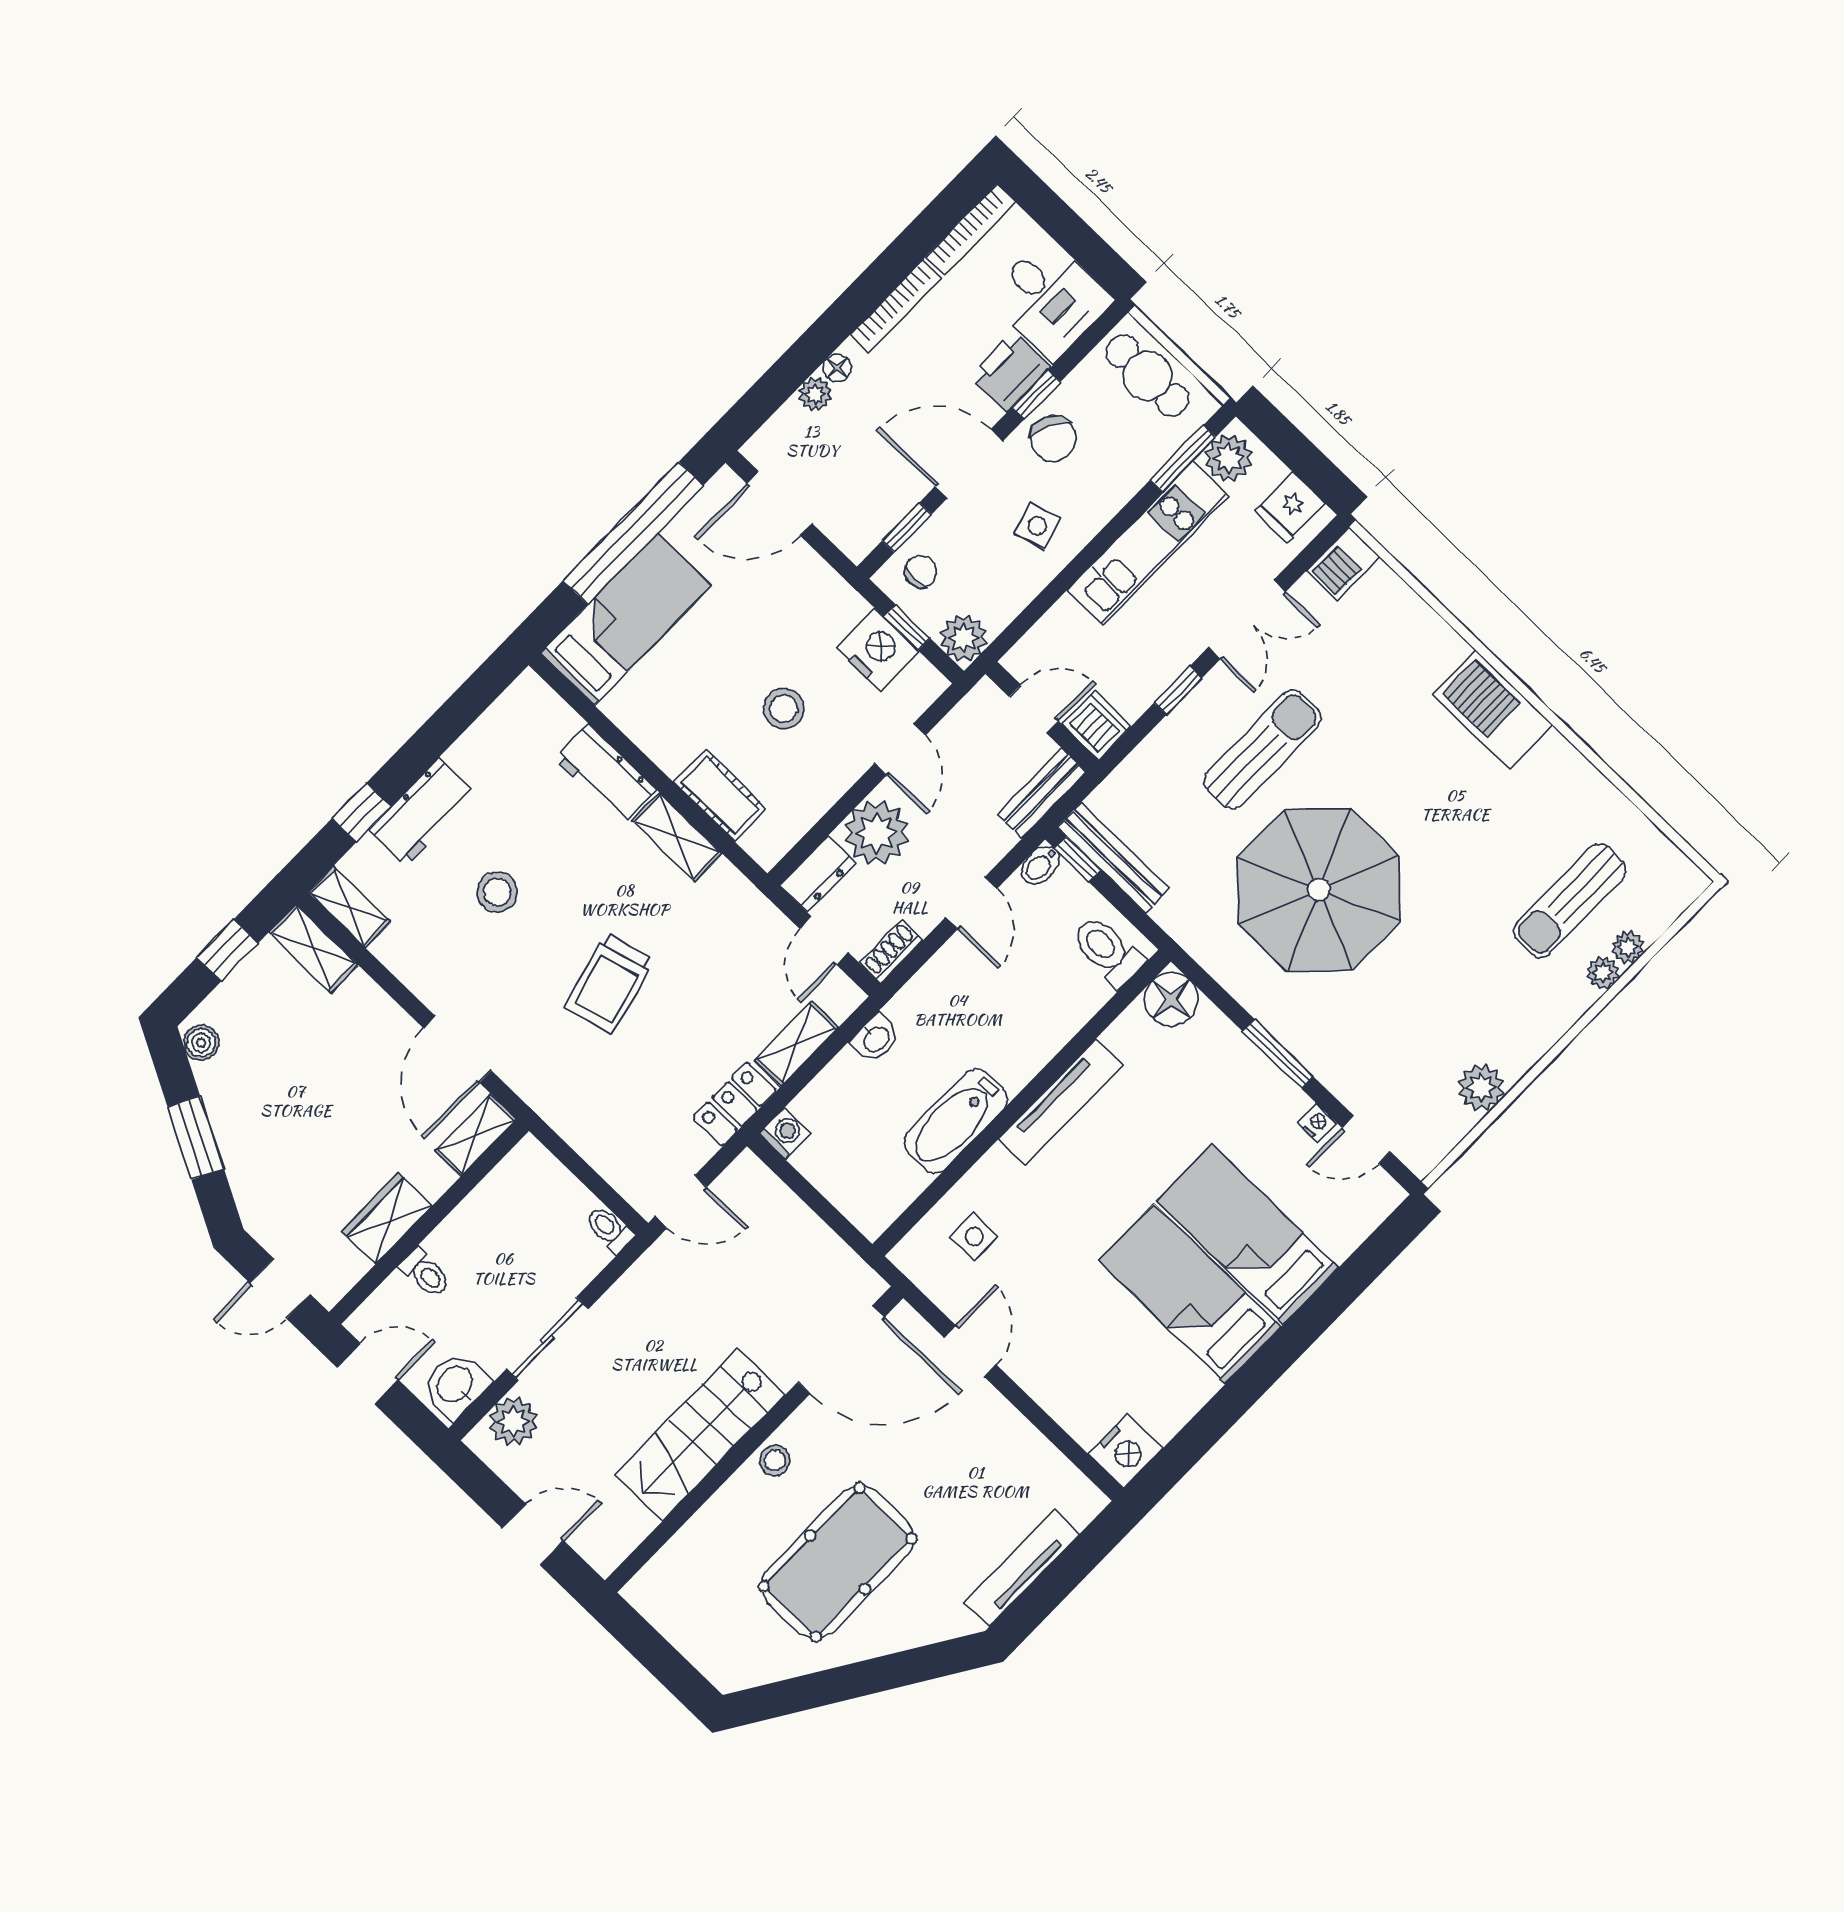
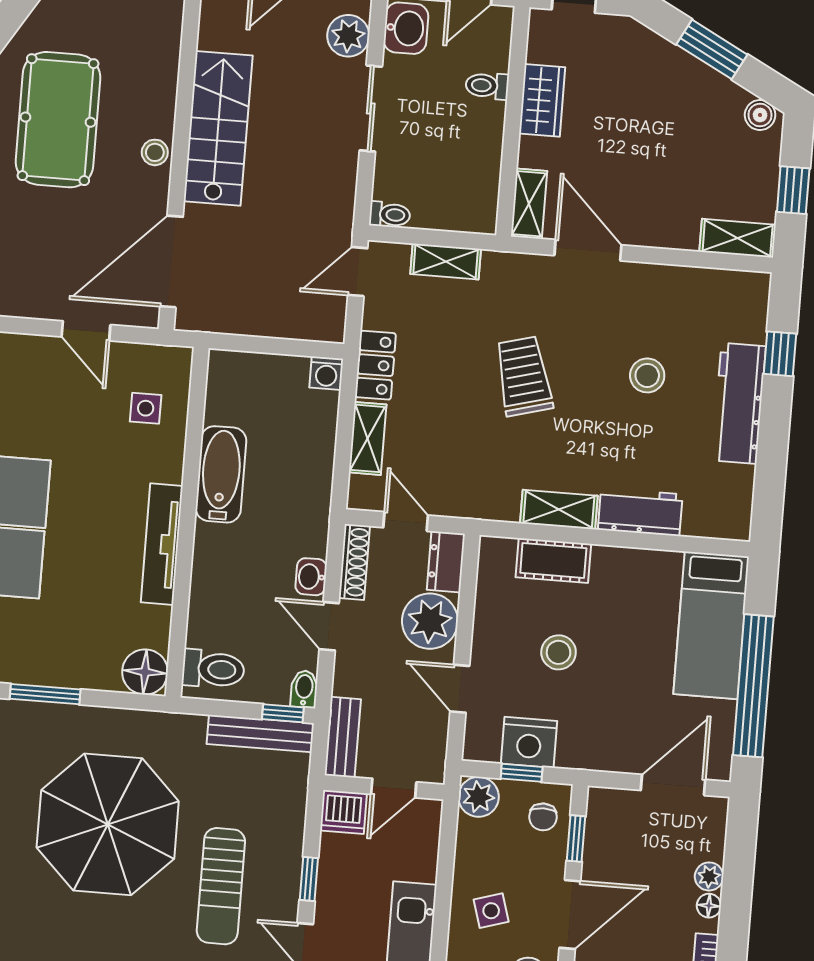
workbench: (422, 812) -> (739, 403), width x1.38
shelving: (349, 907) -> (446, 261), moved
shoe rack: (891, 952) -> (354, 562), width x1.43
washbasin: (876, 1039) -> (311, 577), moved

